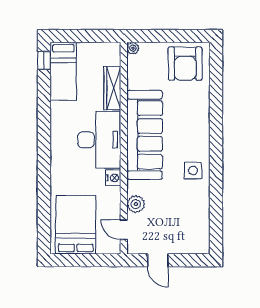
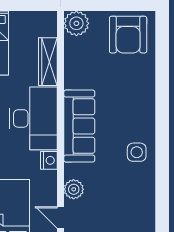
plant: (133, 48) -> (76, 23), width x1.87, depth x1.87
sofa: (145, 135) -> (79, 126), width x0.74, depth x0.79

